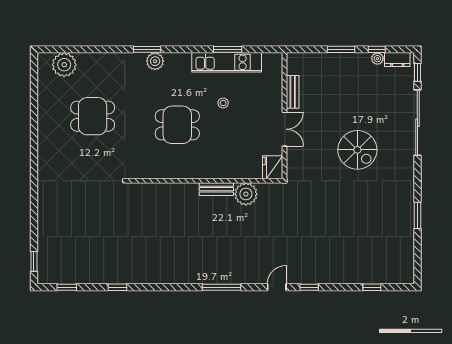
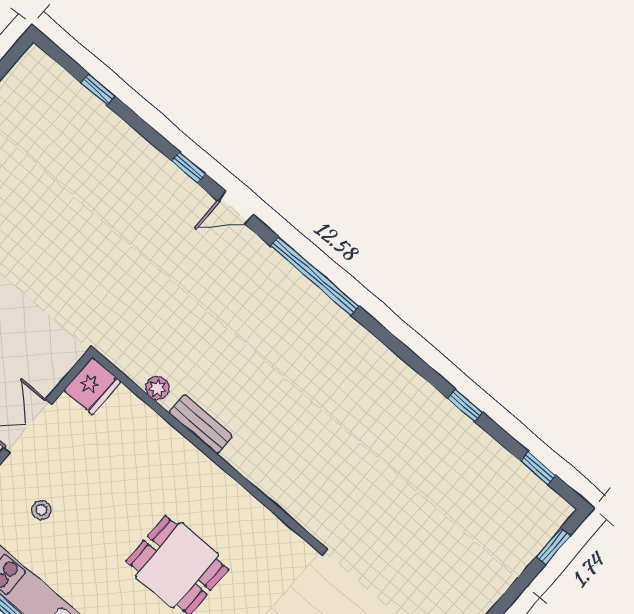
stool: (223, 103) -> (41, 510), moved
plant: (246, 194) -> (157, 388), width x0.53, depth x0.53
window: (222, 287) -> (315, 276), width x1.46

